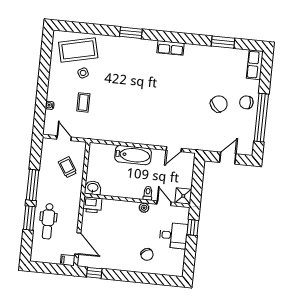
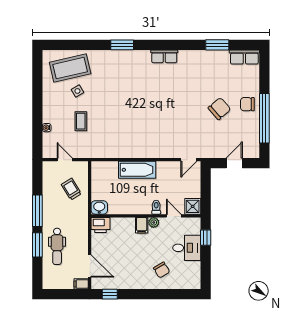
row of seats: (255, 65) -> (244, 57), moved, turned -90
door: (174, 149) -> (189, 160), moved
filing cabinet: (132, 209) -> (142, 225), added

